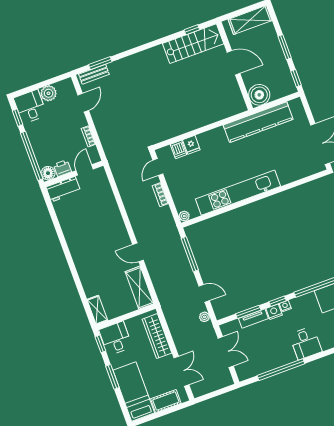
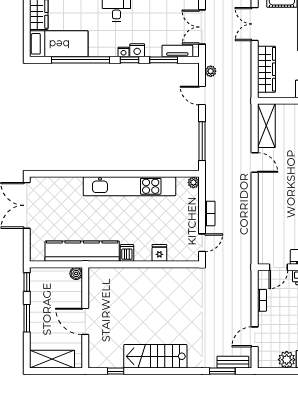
stairs: (193, 44) -> (155, 356), moved
boiler: (259, 95) -> (76, 273), width x0.54, depth x0.54
dishwasher: (179, 149) -> (127, 253), moved
tv unit: (253, 319) -> (177, 51), moved

